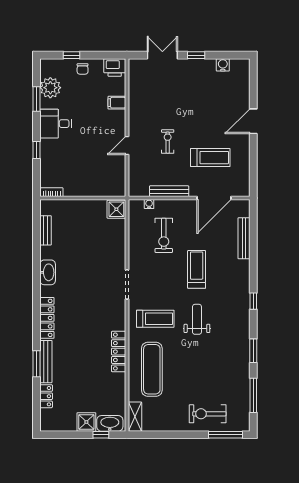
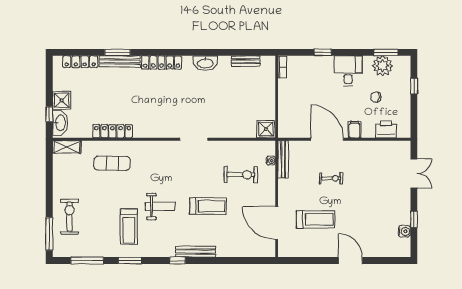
window: (196, 55) -> (414, 219), moved
printer: (115, 67) -> (386, 129), moved, turned 90
chair: (83, 69) -> (376, 97), moved
window: (36, 99) -> (386, 52), moved
filing cabinet: (117, 103) -> (355, 130), moved
door: (127, 145) -> (327, 139), width x1.87
treadmill: (210, 158) -> (315, 219), turned -90
bench: (169, 191) -> (283, 159), moved
exercise bike: (164, 235) -> (241, 175), turned 180
bench: (244, 238) -> (195, 252), moved
treadmill: (155, 319) -> (129, 227), moved
locker: (119, 352) -> (112, 131), moved
exercise mat: (152, 369) -> (112, 163), width x0.73, depth x0.69
locker: (46, 396) -> (80, 62), width x1.53

